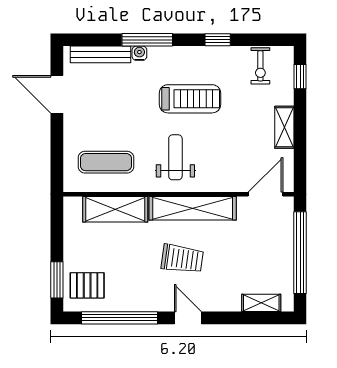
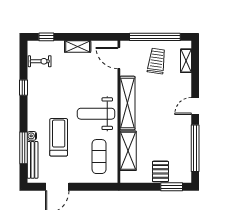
window: (147, 40) -> (24, 148), moved
treadmill: (190, 99) -> (59, 137), moved
weight bench: (175, 157) -> (96, 114), width x1.36, depth x1.33
trolley: (182, 259) -> (157, 61), moved
pallet: (87, 285) -> (160, 171), moved

